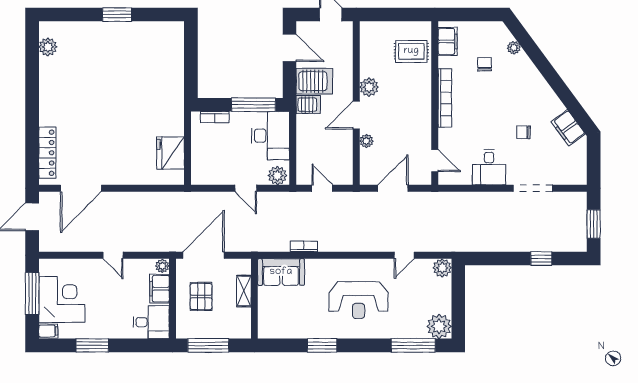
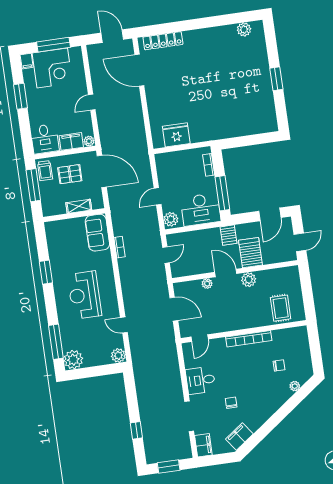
filing cabinet: (448, 41) -> (203, 445), moved, turned -90
server rack: (314, 81) -> (250, 253), moved, turned 180
trolley: (192, 328) -> (45, 171), added

